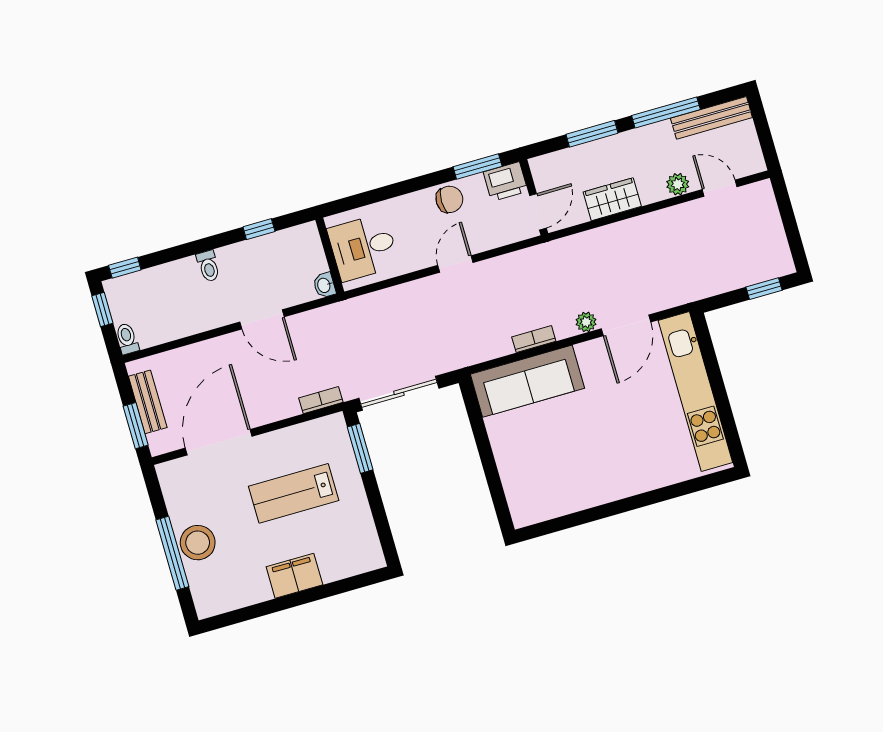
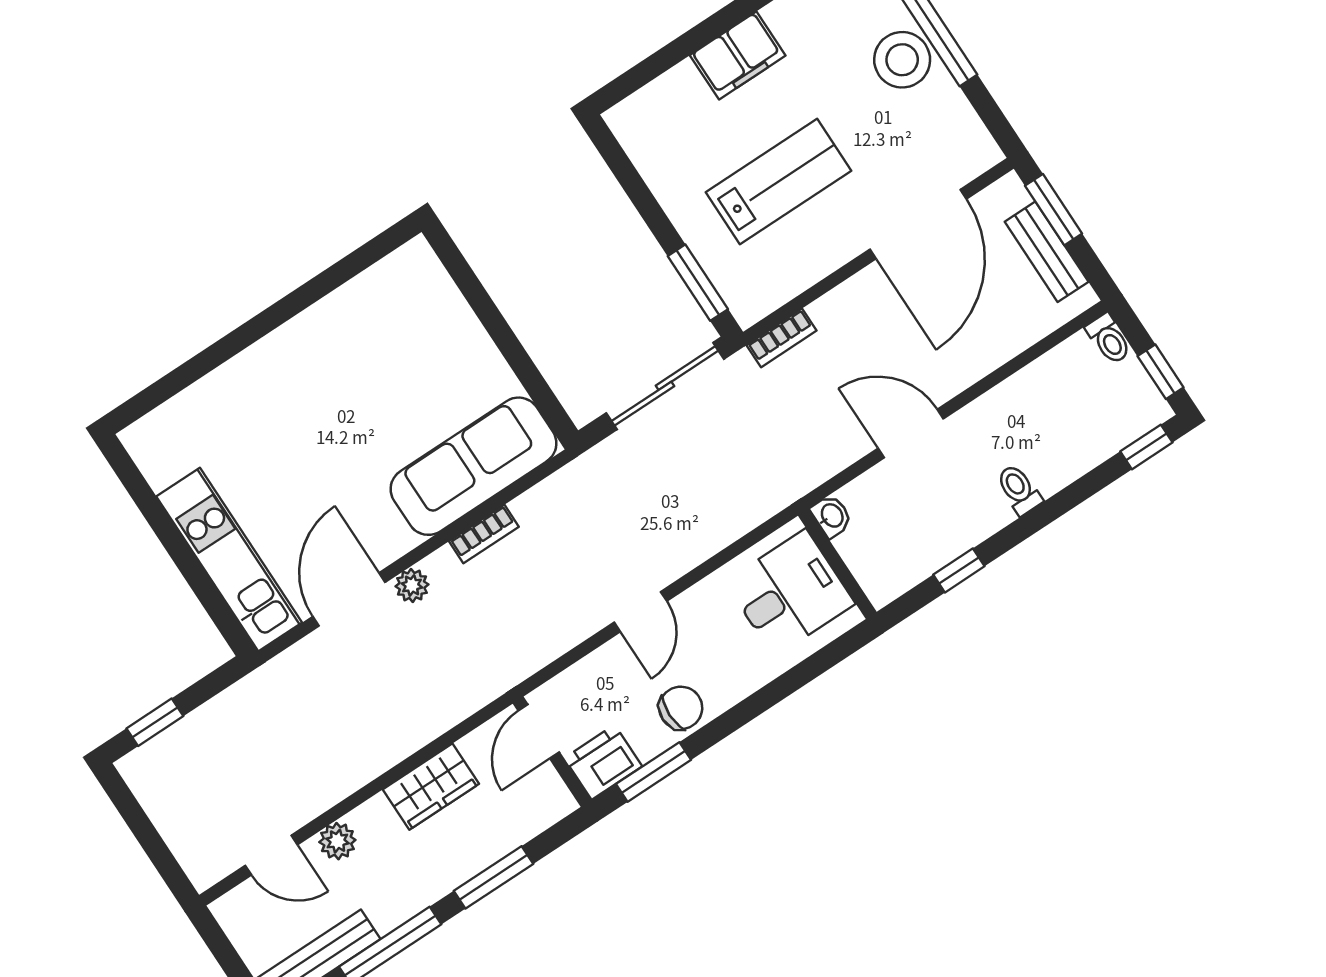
chair: (449, 199) -> (681, 708), turned 180
kitchen unit: (695, 391) -> (229, 559), width x0.73

